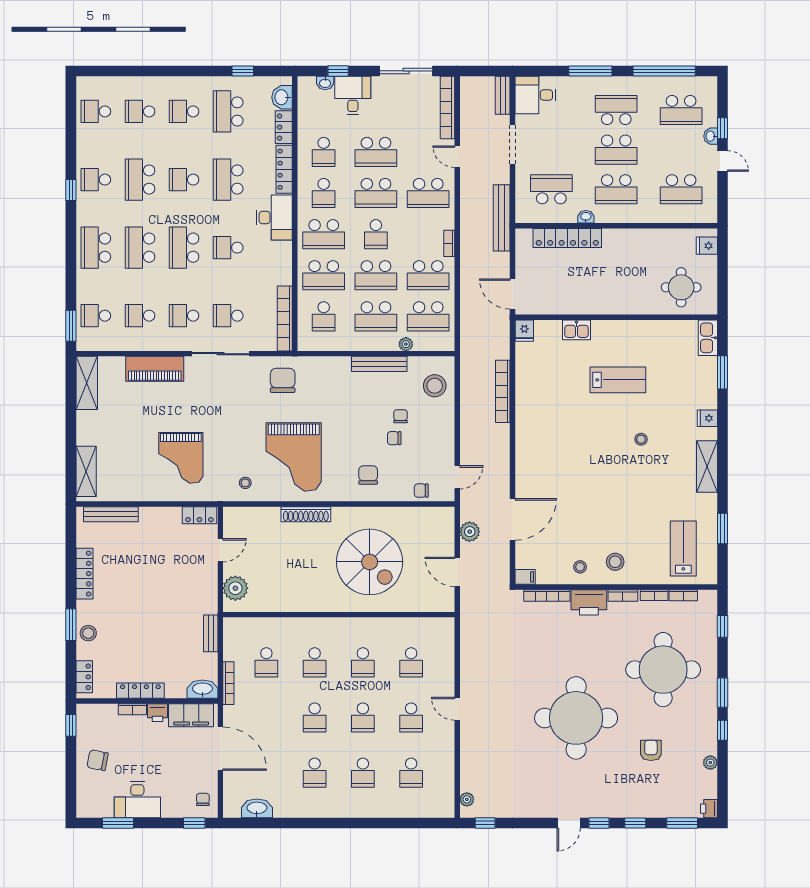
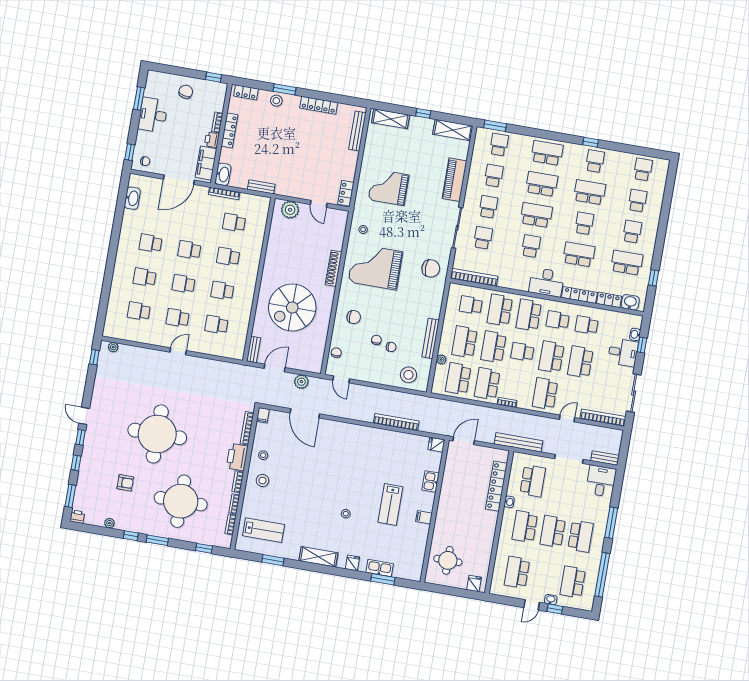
filing cabinet: (627, 330) -> (424, 517), added
kitchen sink: (708, 338) -> (380, 568), moved
window: (71, 428) -> (423, 113), added
bench: (437, 605) -> (254, 350), added

